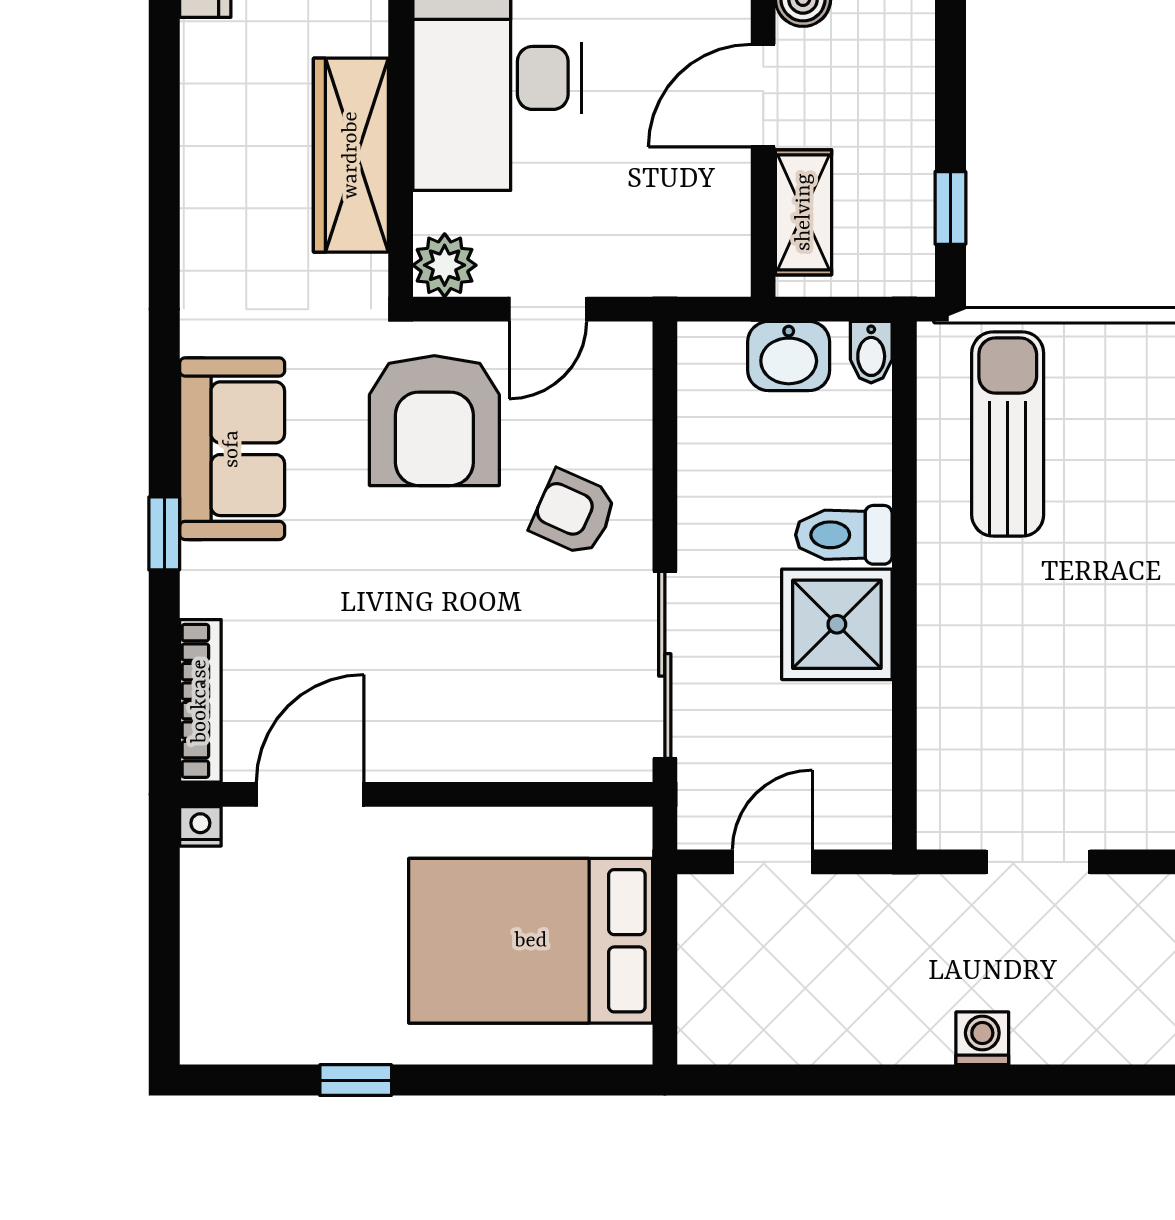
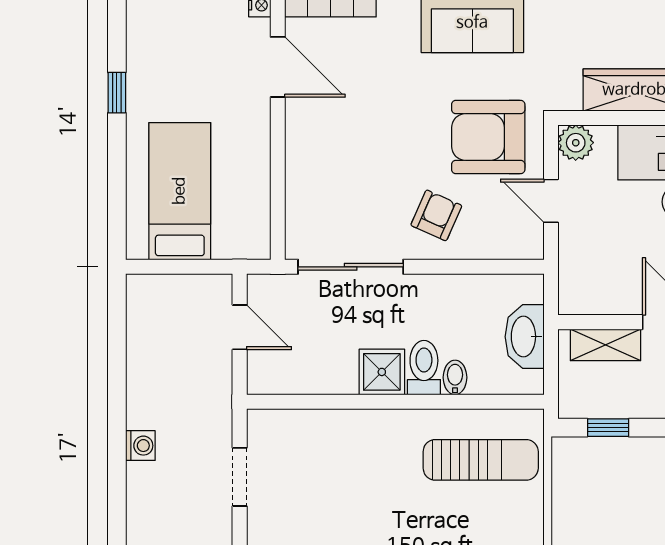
bidet: (871, 352) -> (455, 377), moved, turned 90
washbasin: (789, 356) -> (525, 337), width x1.38
shower: (837, 624) -> (382, 372), width x0.73, depth x0.73
bed: (531, 941) -> (180, 191), width x0.67

